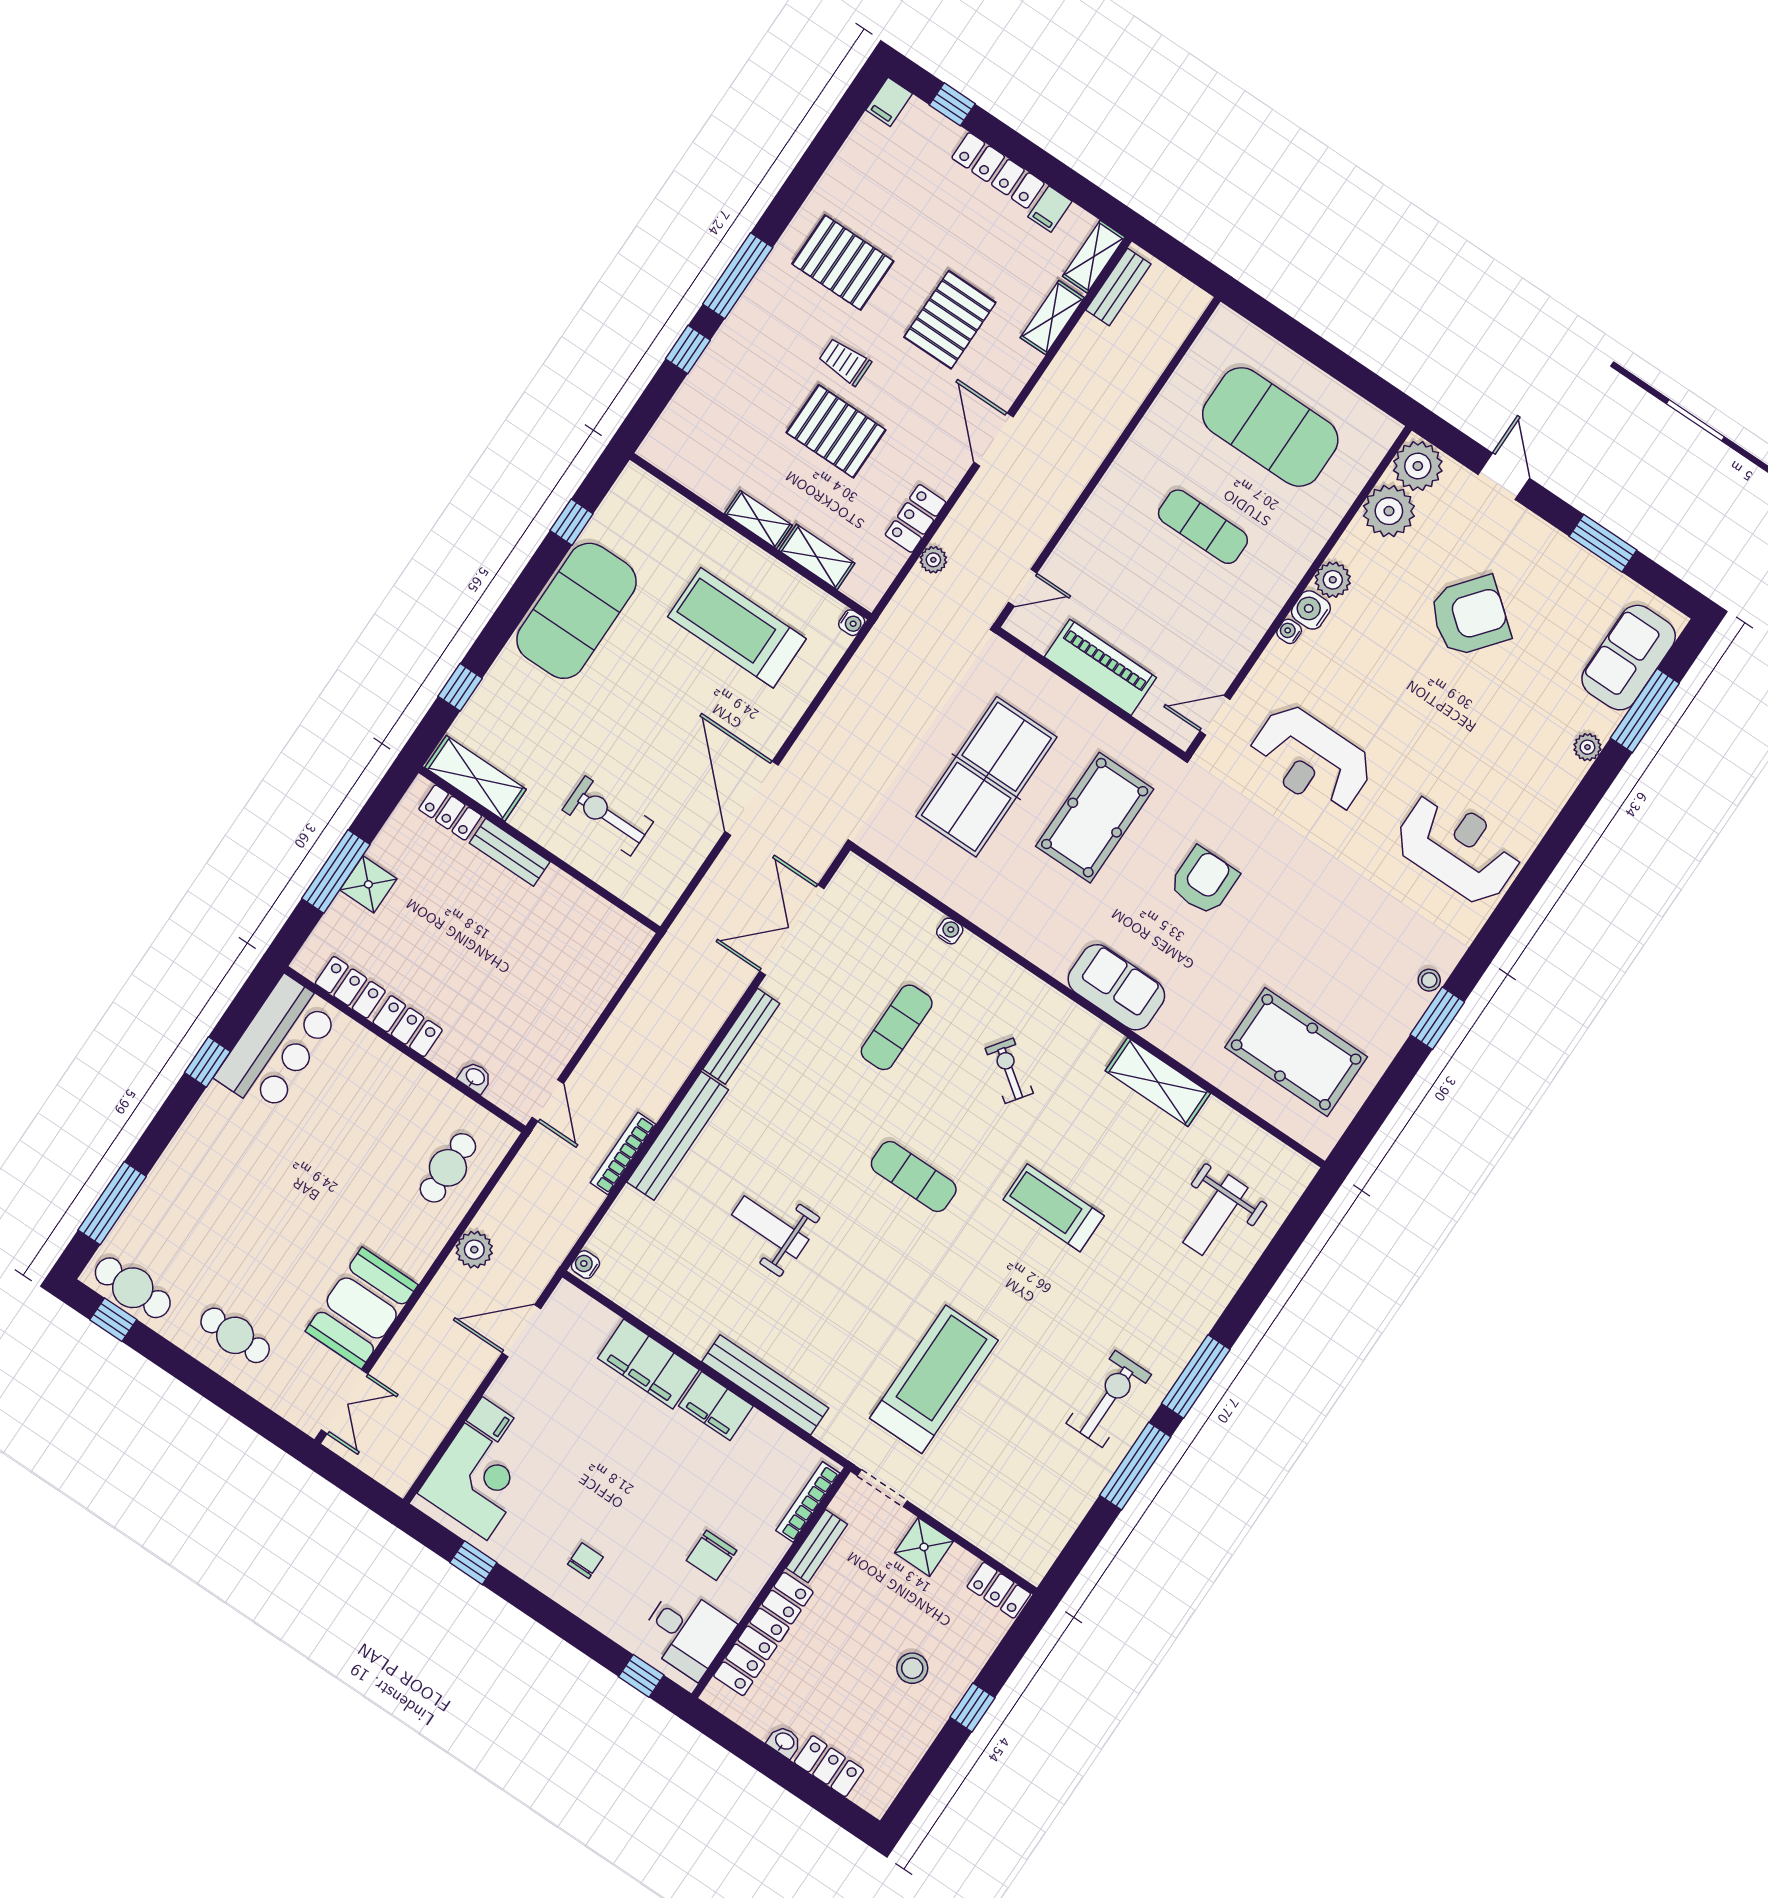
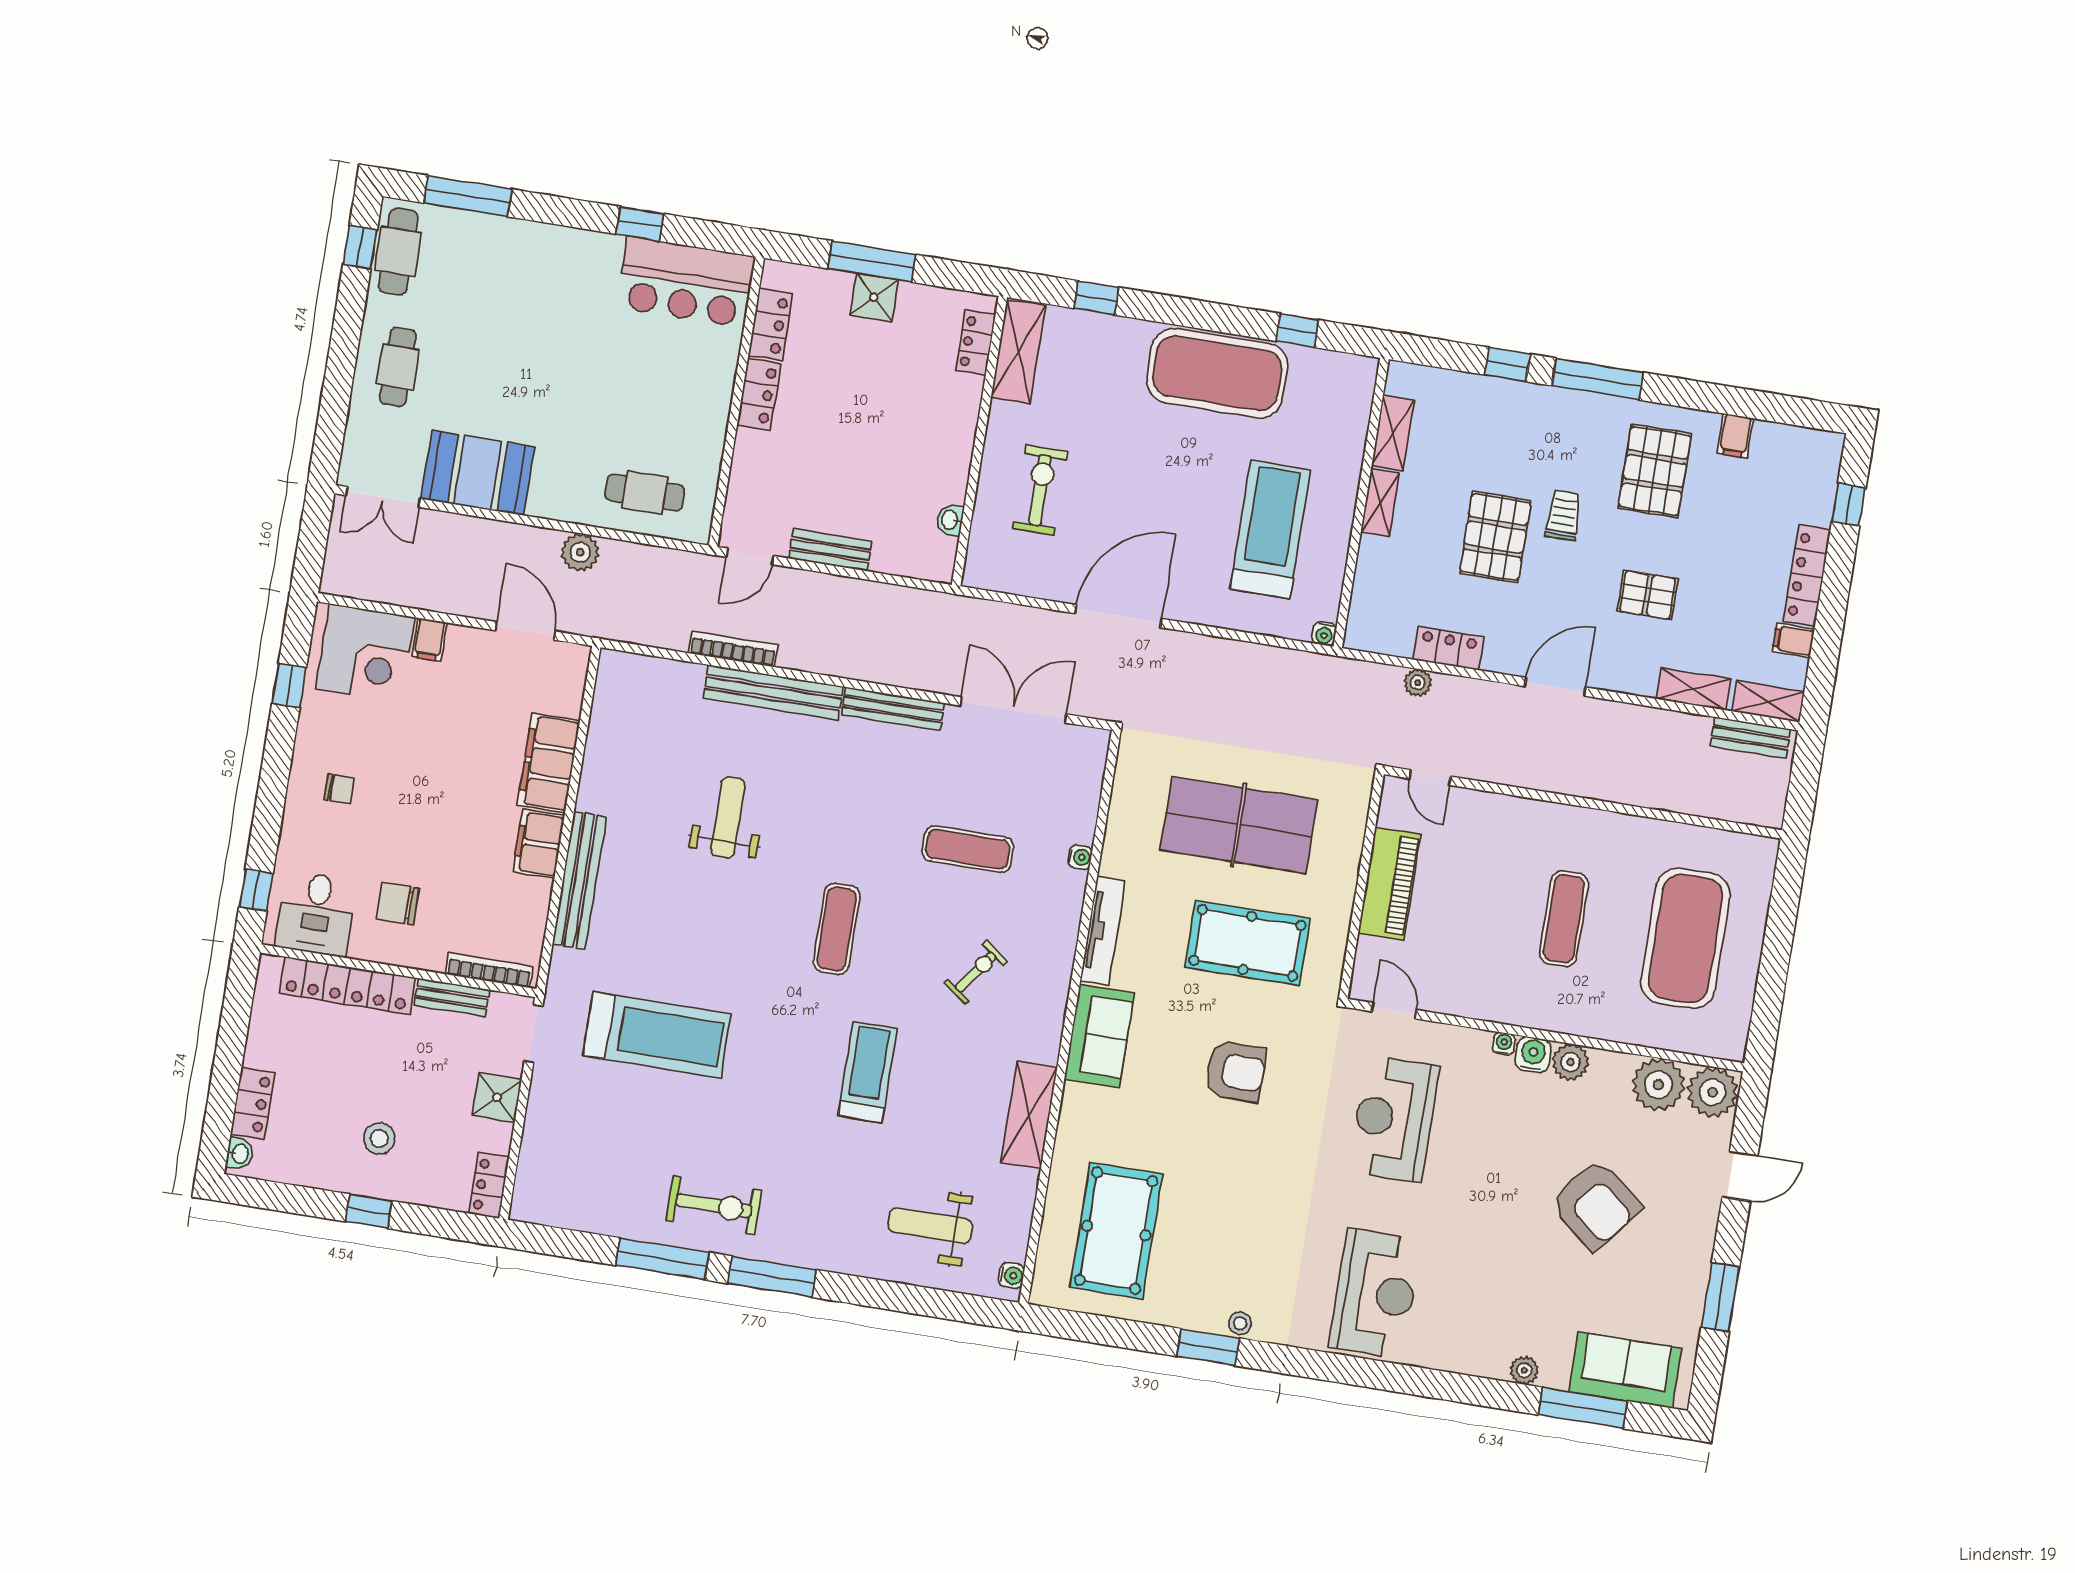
filing cabinet: (889, 102) -> (1735, 436), moved, turned -90
pallet: (950, 320) -> (1648, 595), width x0.67, depth x0.71
shelving: (817, 557) -> (1393, 433), moved
bench: (510, 852) -> (830, 550), moved, turned 90
tv unit: (1025, 941) -> (1103, 931), added
washbasin: (475, 1077) -> (950, 520), moved, turned 180
water cooler: (585, 1265) -> (1011, 1275), moved, turned 90
washbasin: (784, 1742) -> (240, 1154), moved

